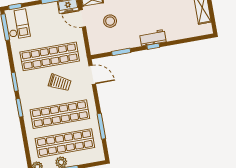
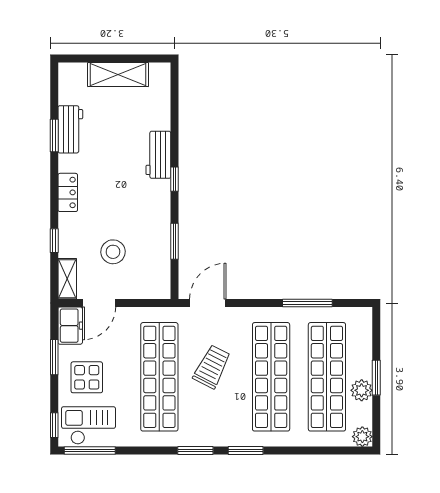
display table: (43, 19) -> (87, 377), added
workbench: (153, 38) -> (158, 155), moved

